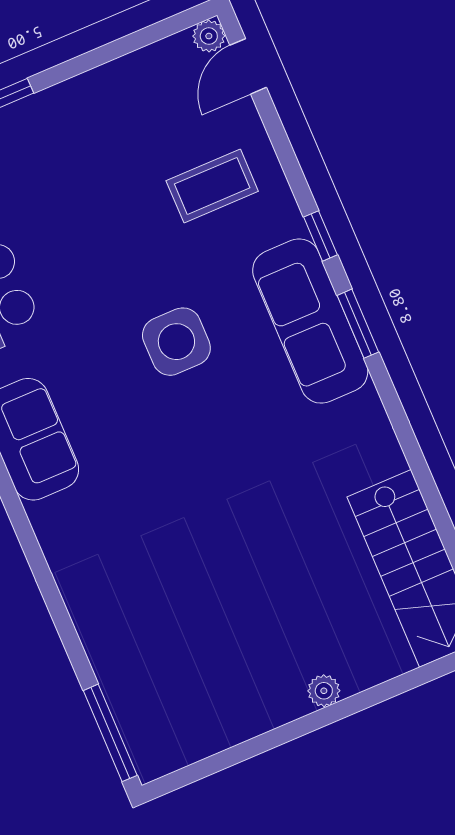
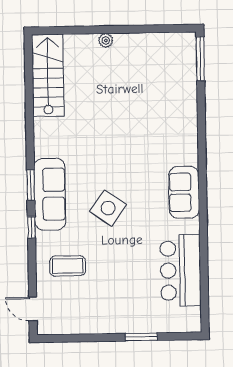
plant: (209, 36) -> (44, 328), removed
door: (248, 66) -> (33, 309), swing flipped
side table: (176, 342) -> (108, 208), turned 35

